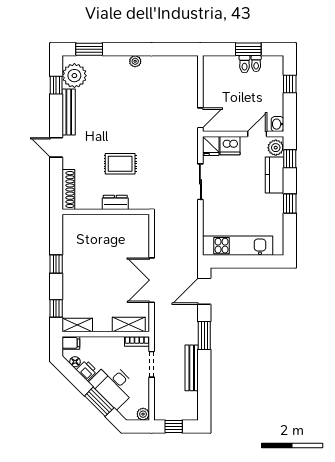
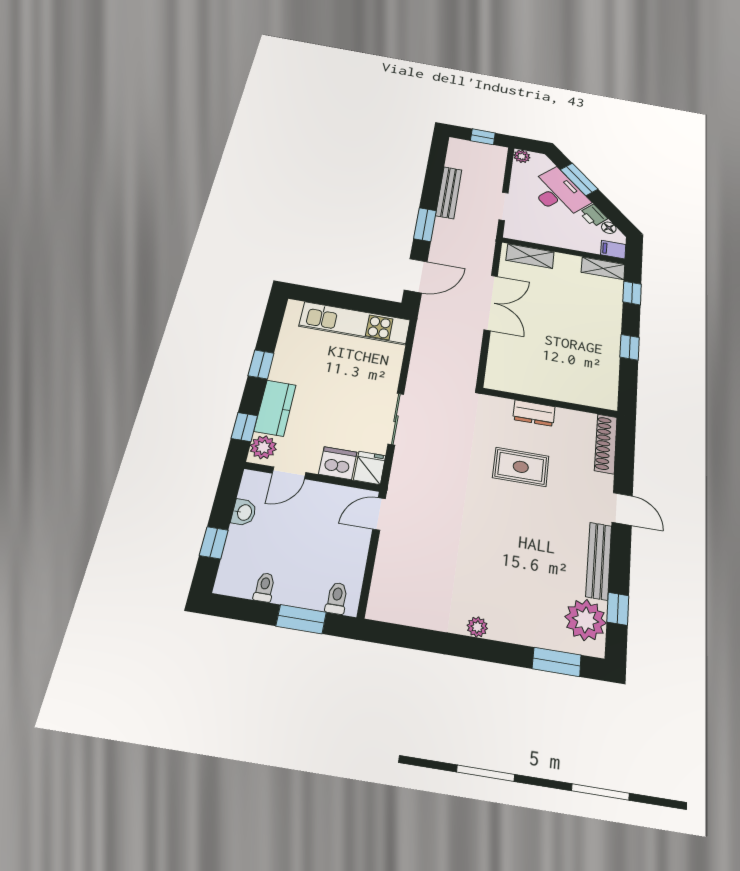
window: (248, 49) -> (301, 619), moved
toilet: (245, 64) -> (337, 598), moved
washbasin: (277, 124) -> (244, 512), moved
bookcase: (137, 341) -> (521, 235), removed

